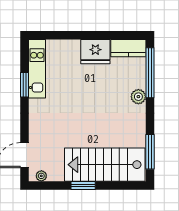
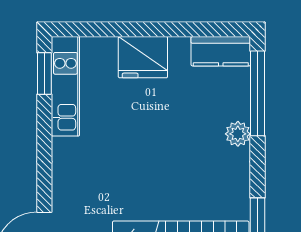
fridge: (95, 52) -> (143, 57), moved
window: (25, 85) -> (44, 73), moved

